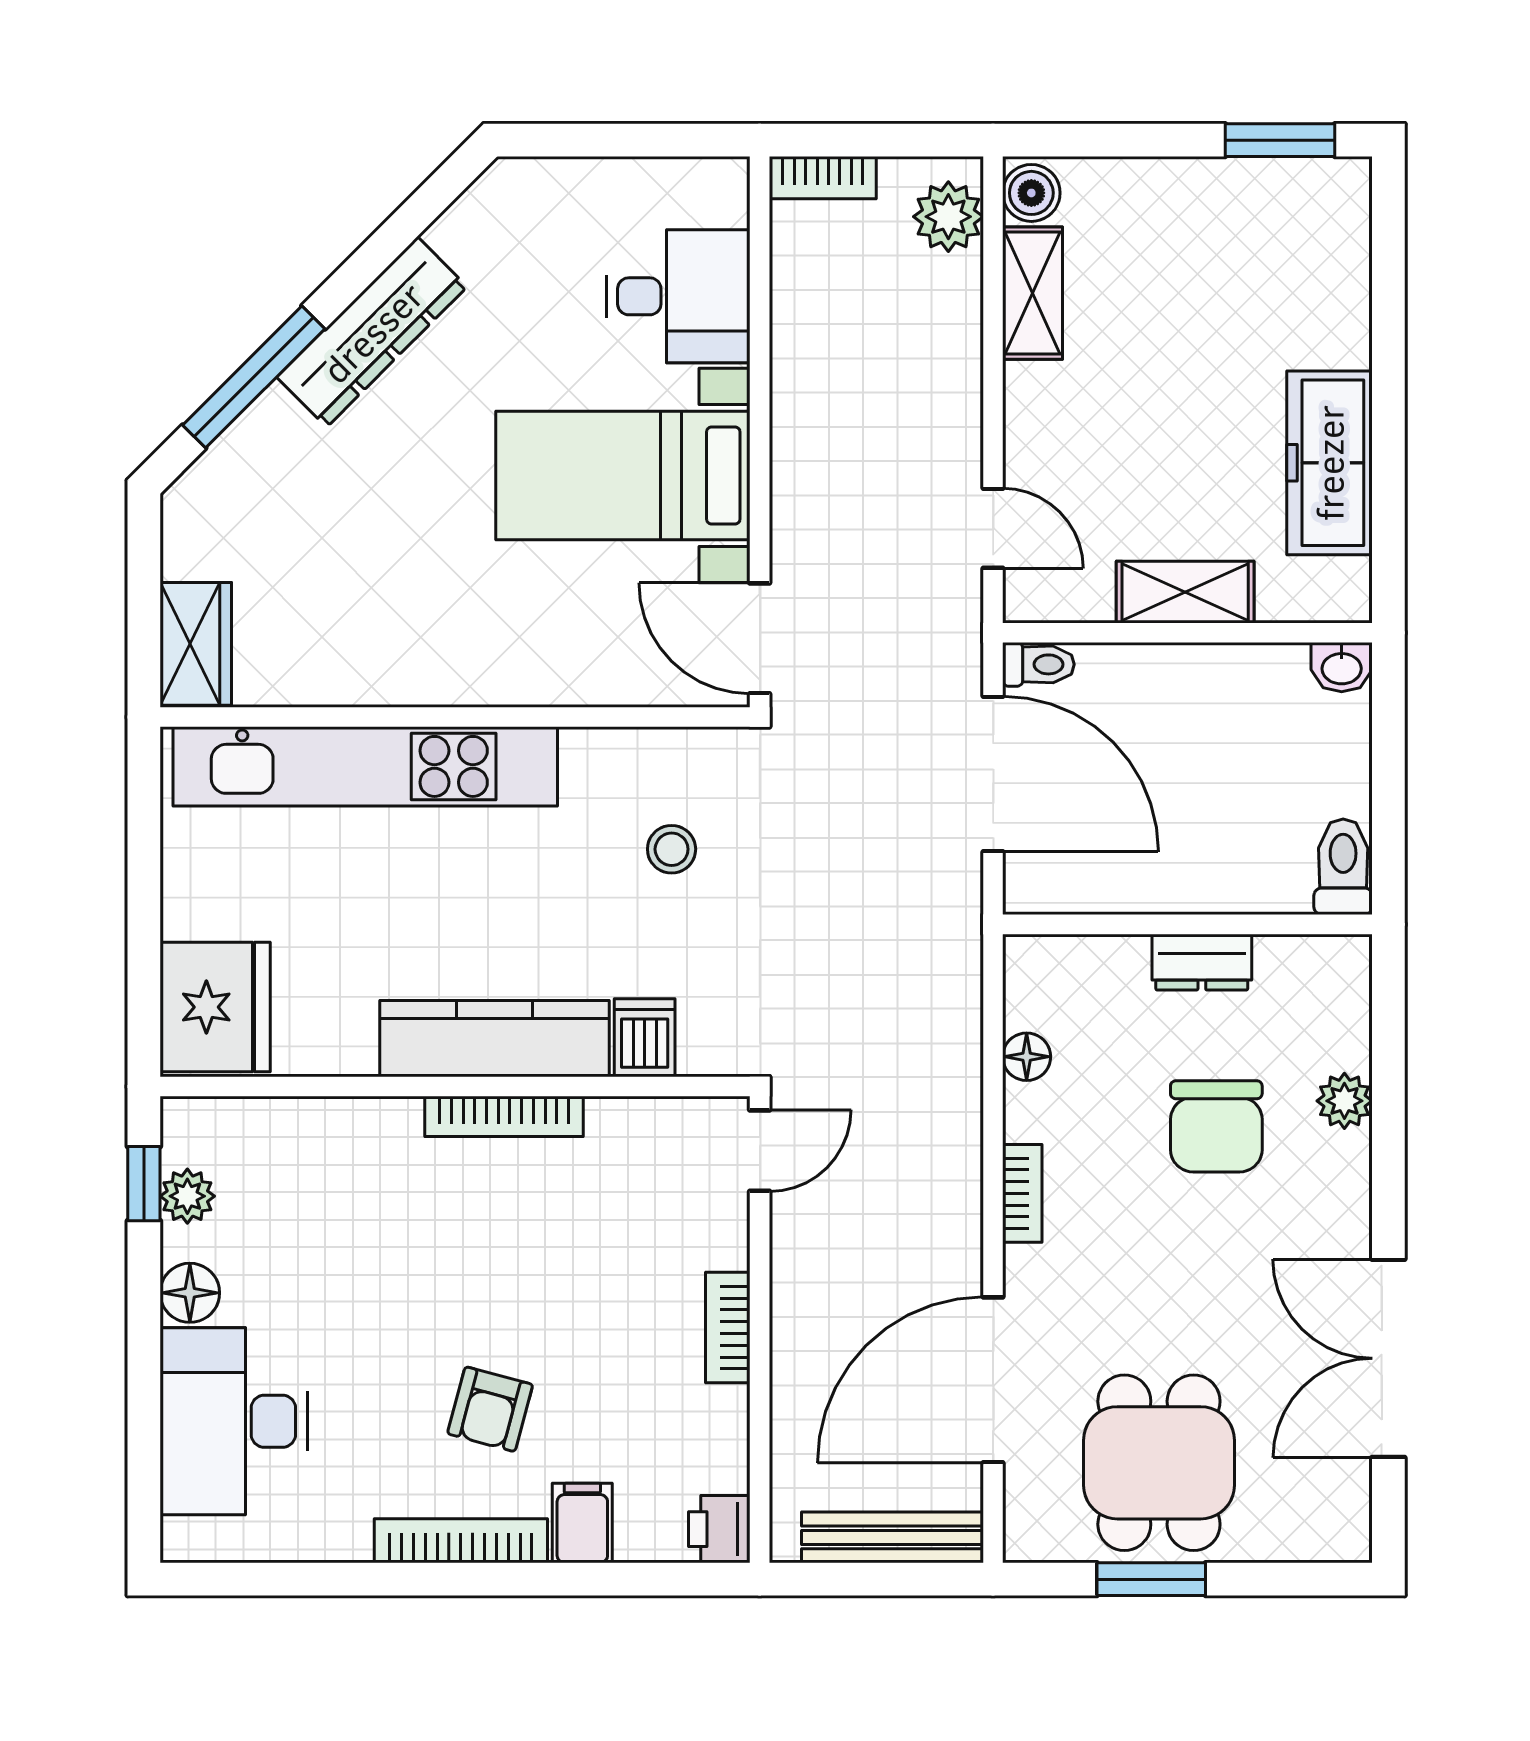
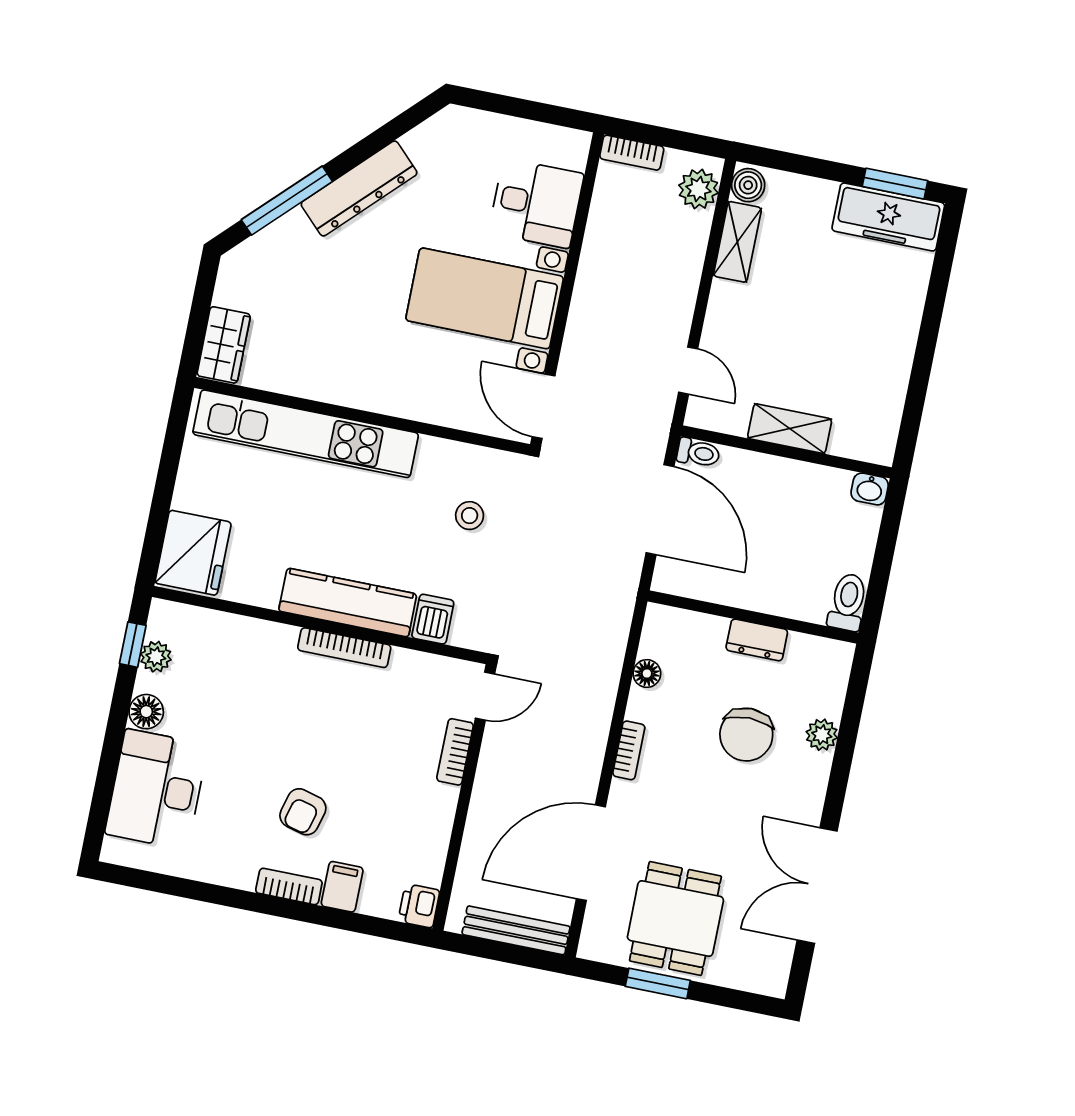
freezer: (1329, 463) -> (888, 217), moved, turned -90
bookcase: (728, 1328) -> (455, 752), moved
bookcase: (461, 1541) -> (289, 886), width x0.64

